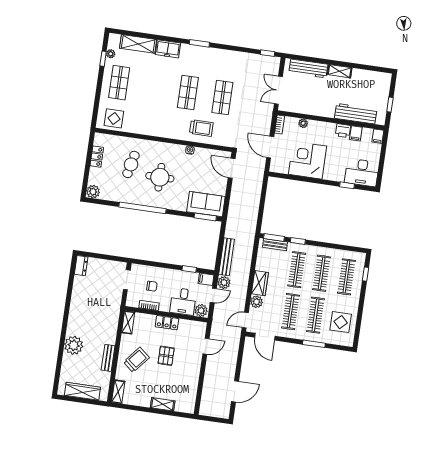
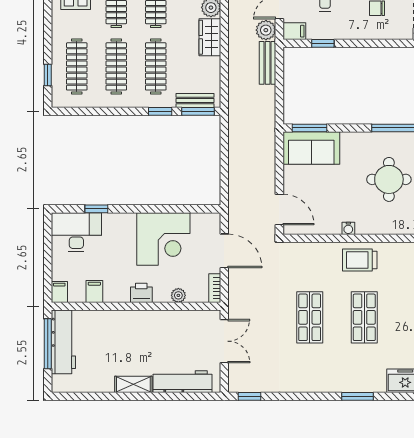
window: (390, 105) -> (48, 344), width x2.17
workbench: (356, 114) -> (63, 342), moved, turned -90
trolley: (201, 128) -> (360, 260), moved
printer: (343, 131) -> (141, 293), moved
bench: (227, 257) -> (268, 63), width x0.73

